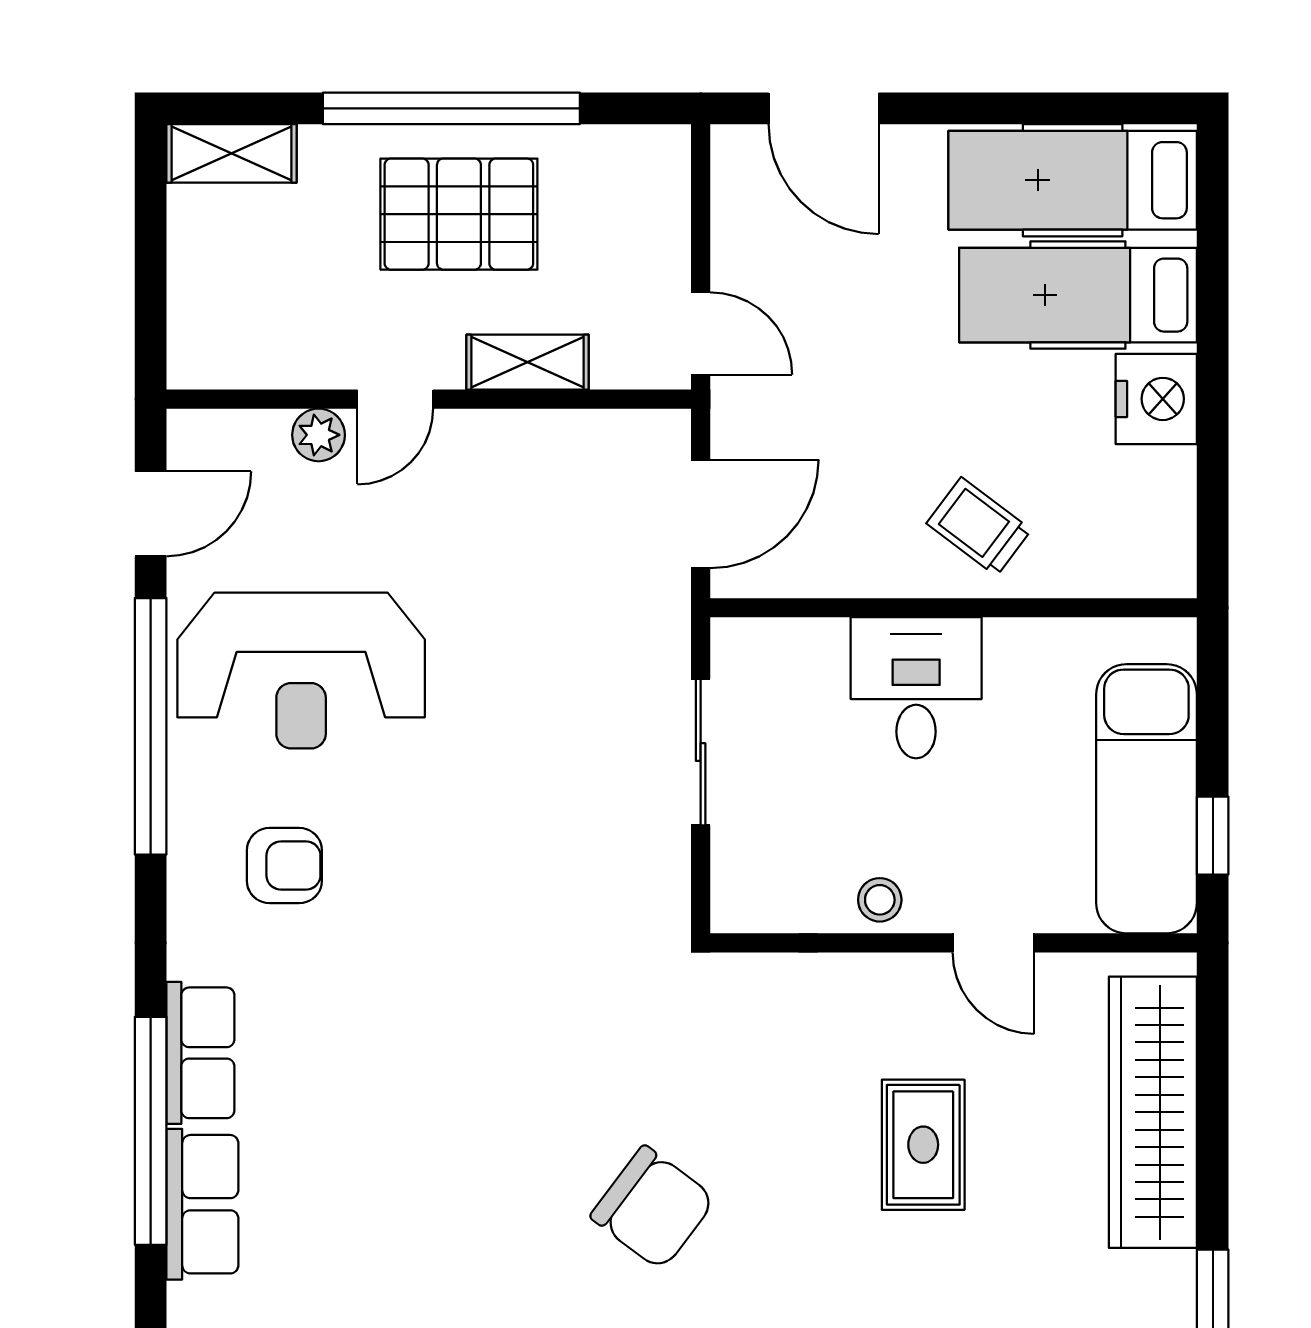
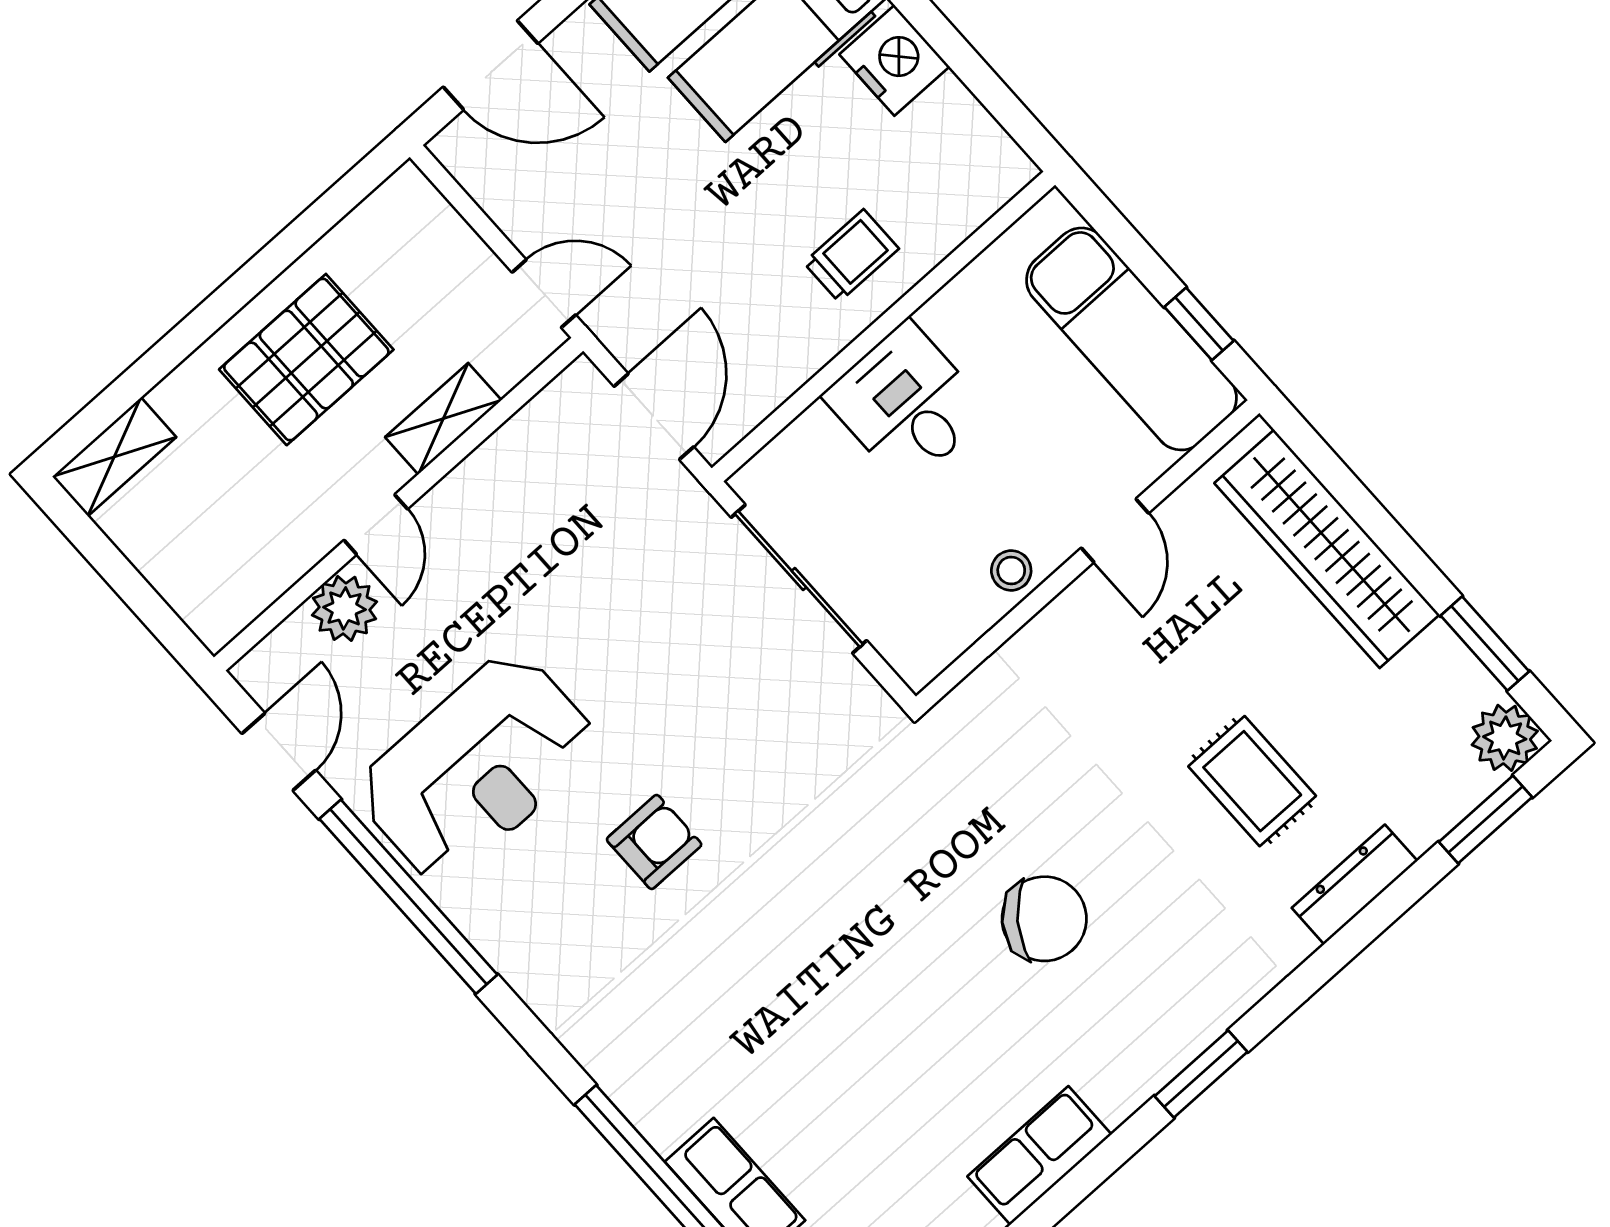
window: (451, 108) -> (237, 292), removed
plant: (319, 435) -> (344, 608), width x1.38, depth x1.38
trolley: (979, 527) -> (851, 256), turned 143
sliding door: (701, 752) -> (799, 579), width x1.37
armchair: (284, 866) -> (654, 842), moved
door: (993, 943) -> (1115, 531), hinge flipped
row of seats: (200, 1053) -> (641, 1089), removed
rug: (923, 1145) -> (1252, 781), moved

